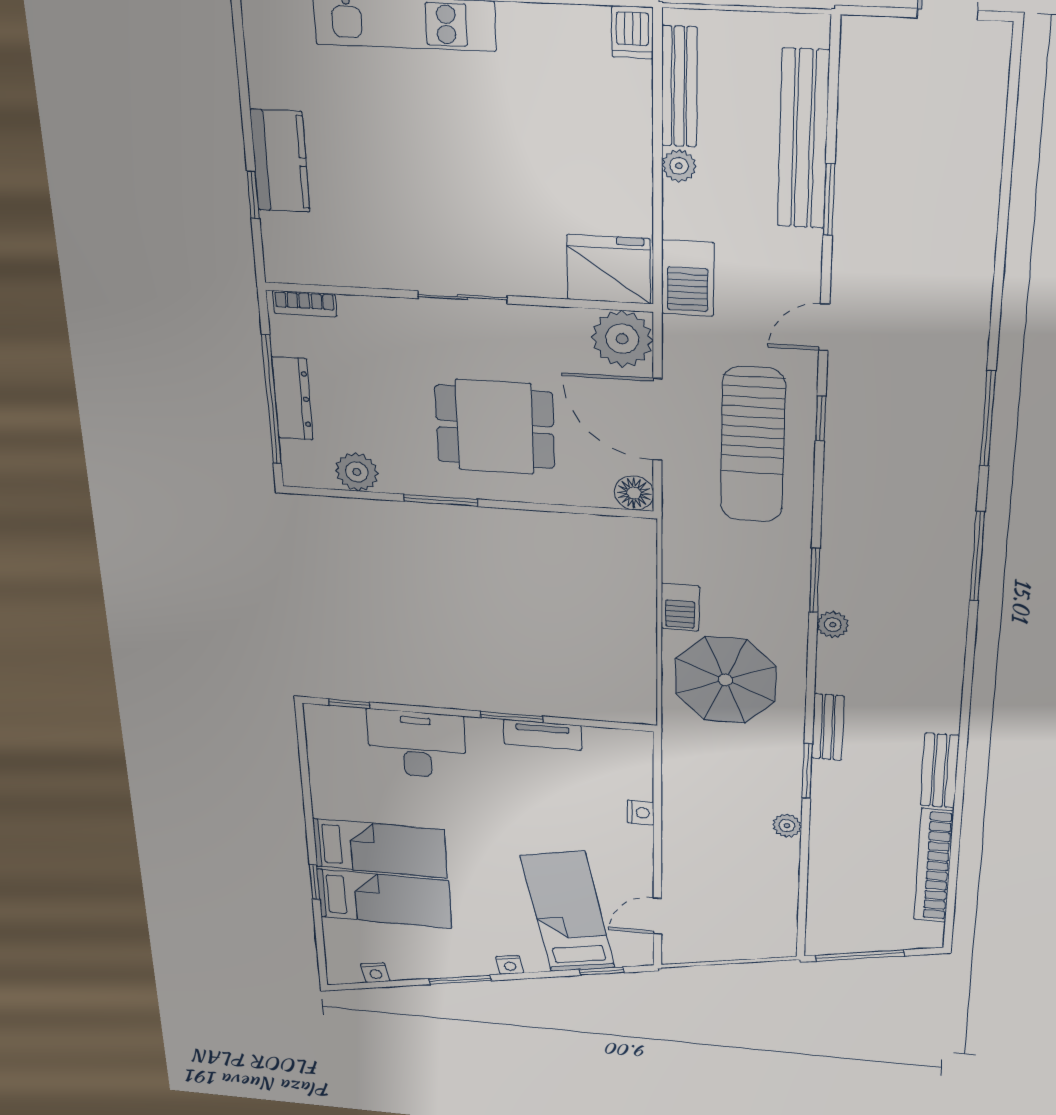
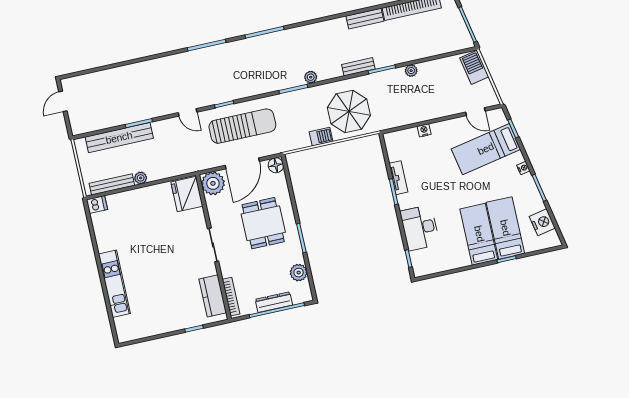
kitchen counter: (280, 161) -> (213, 296), moved, turned -90
barbecue: (688, 278) -> (474, 67), moved, turned -101
bookcase: (305, 304) -> (231, 297), width x1.56
nightstand: (375, 973) -> (542, 222), width x1.89, depth x1.79

